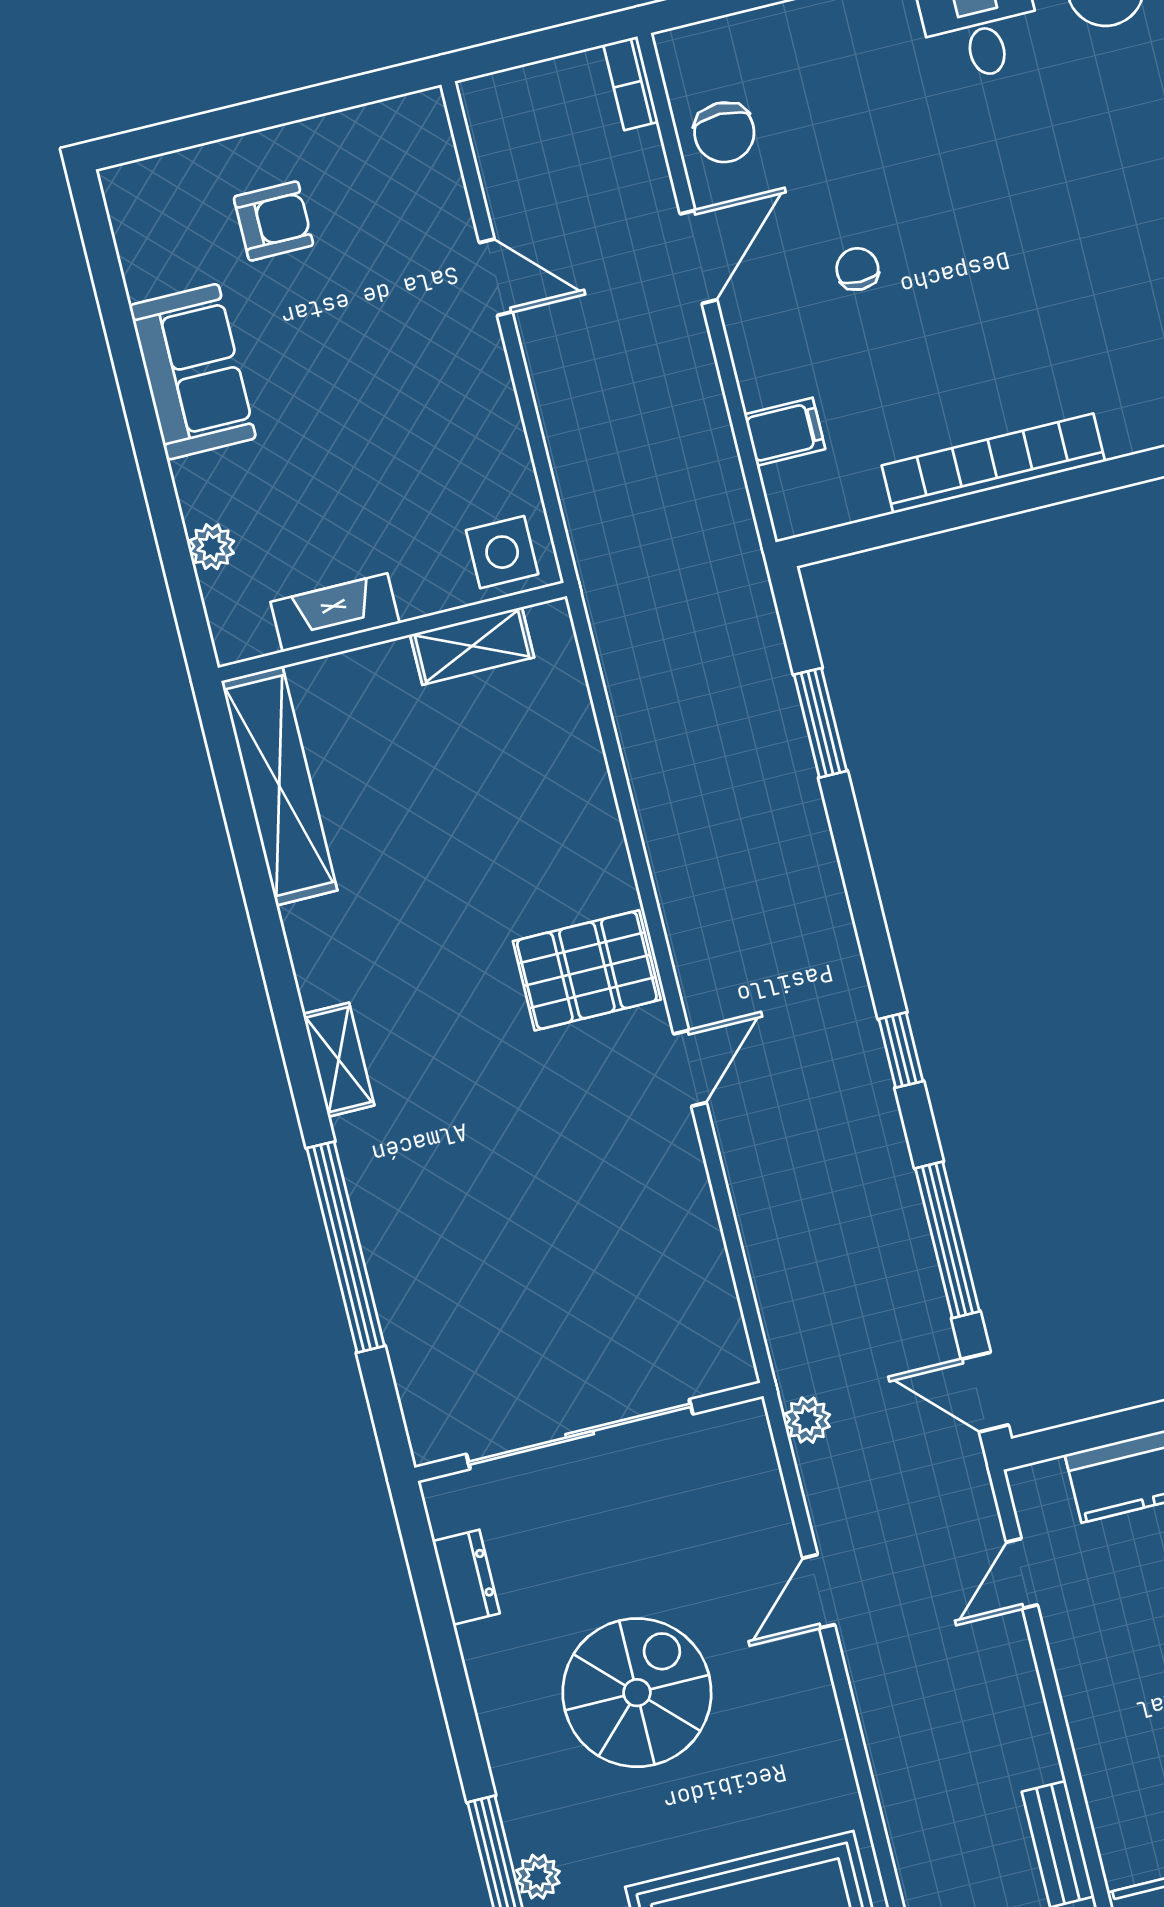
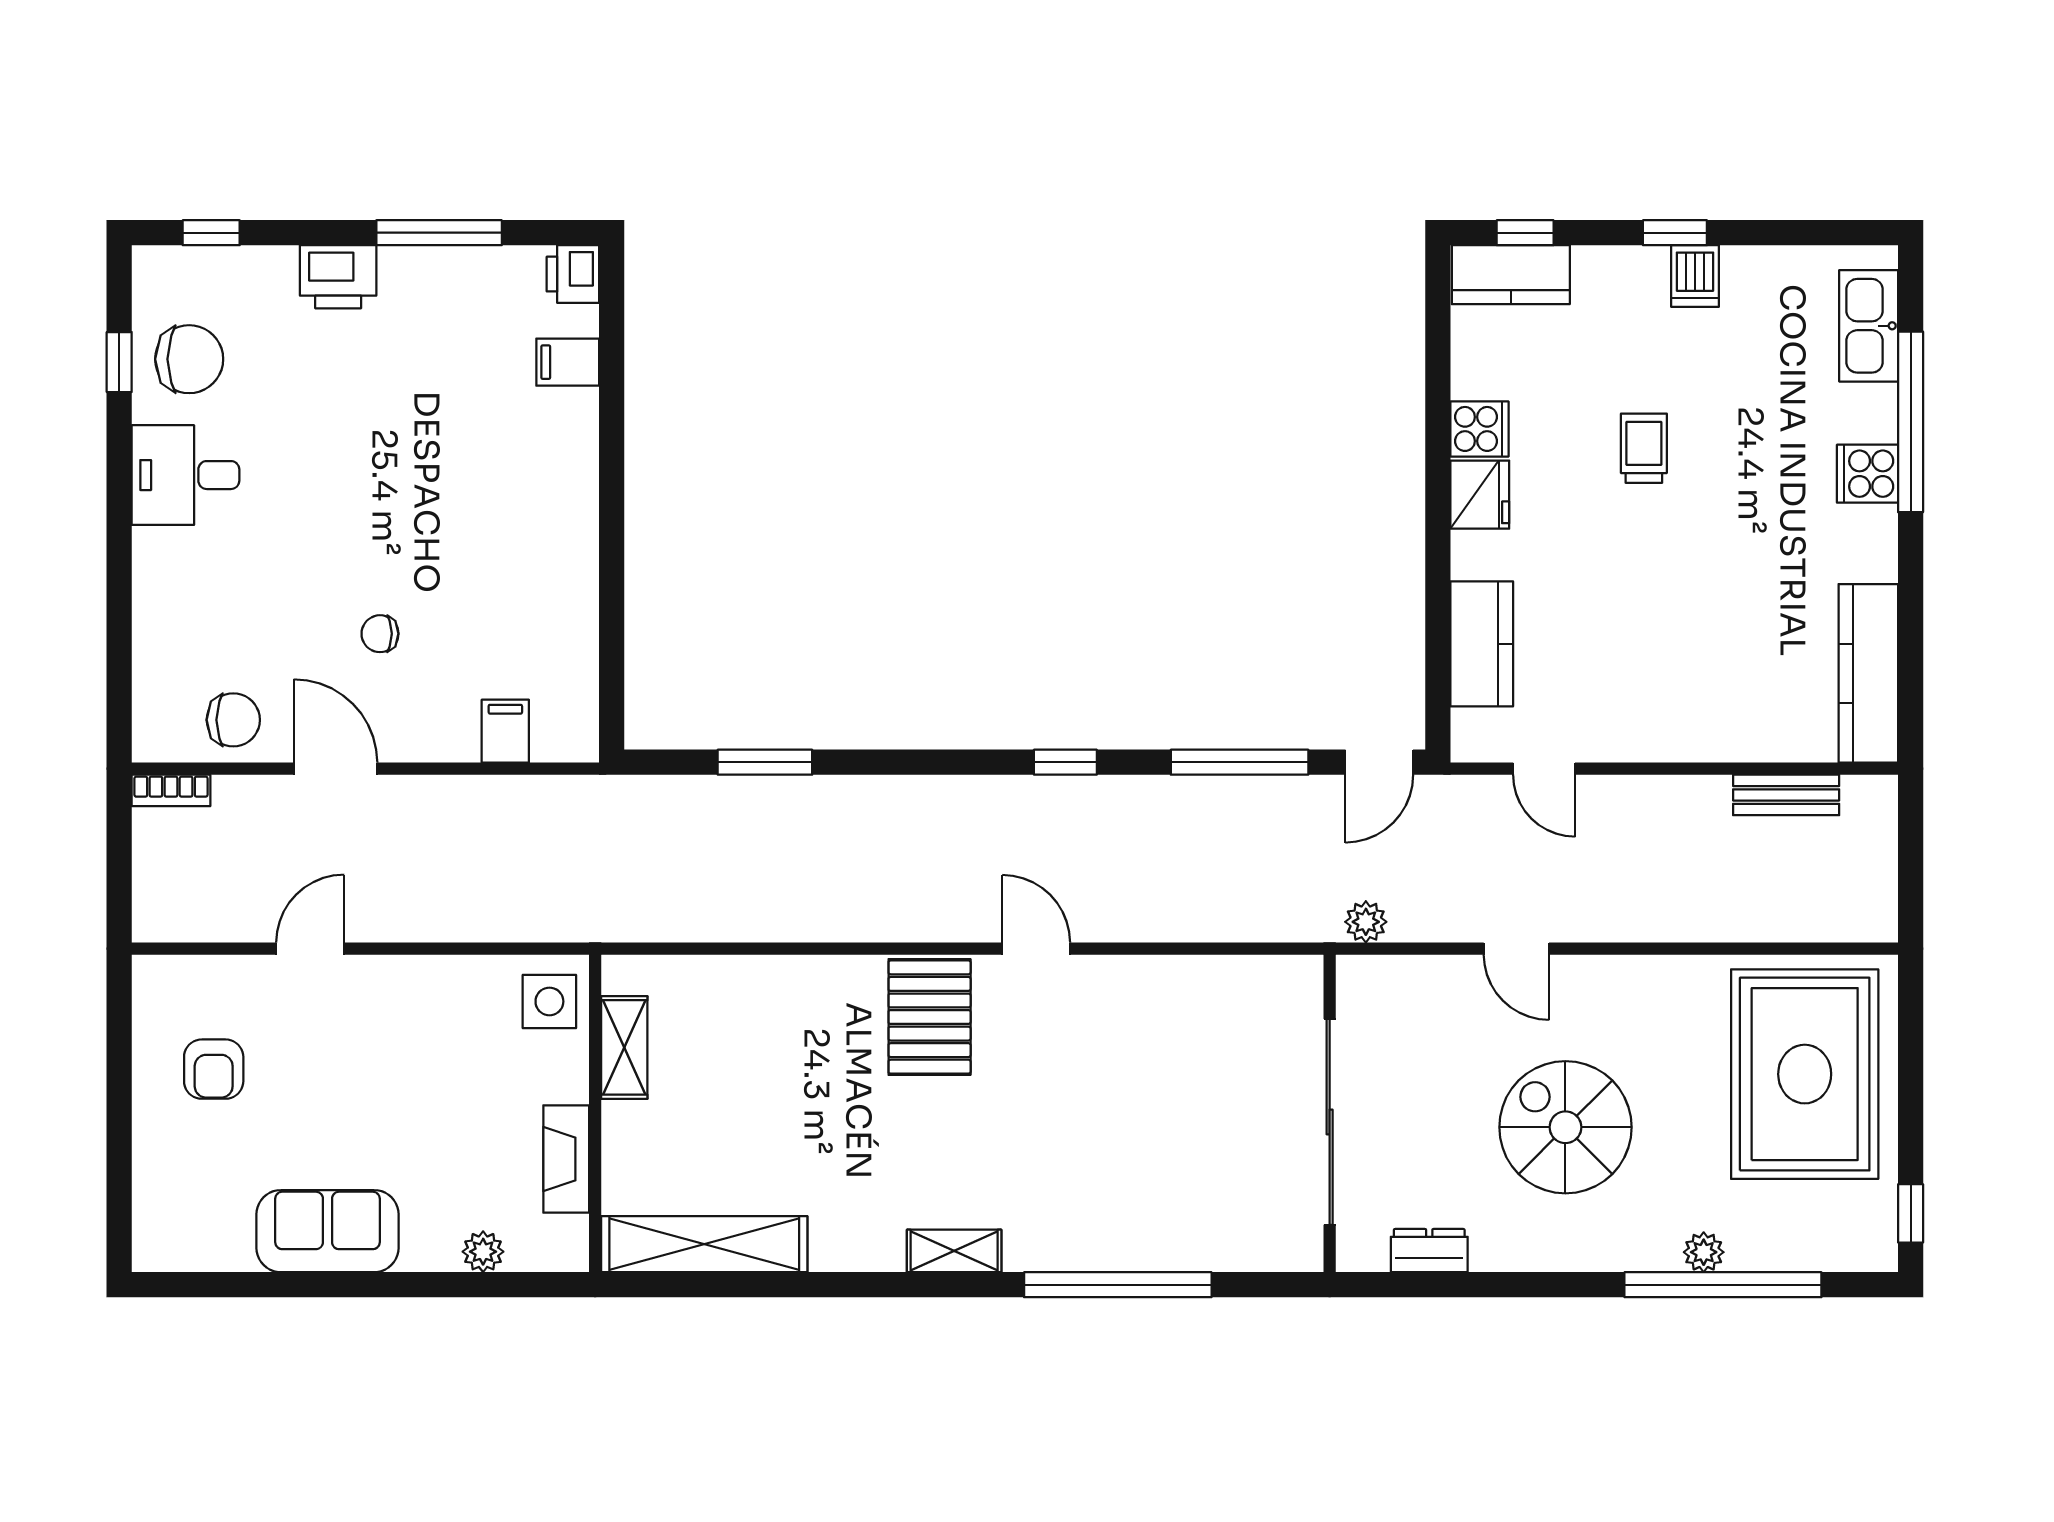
armchair: (273, 221) -> (214, 1069), moved, turned 180
bookcase: (993, 463) -> (577, 557), removed

